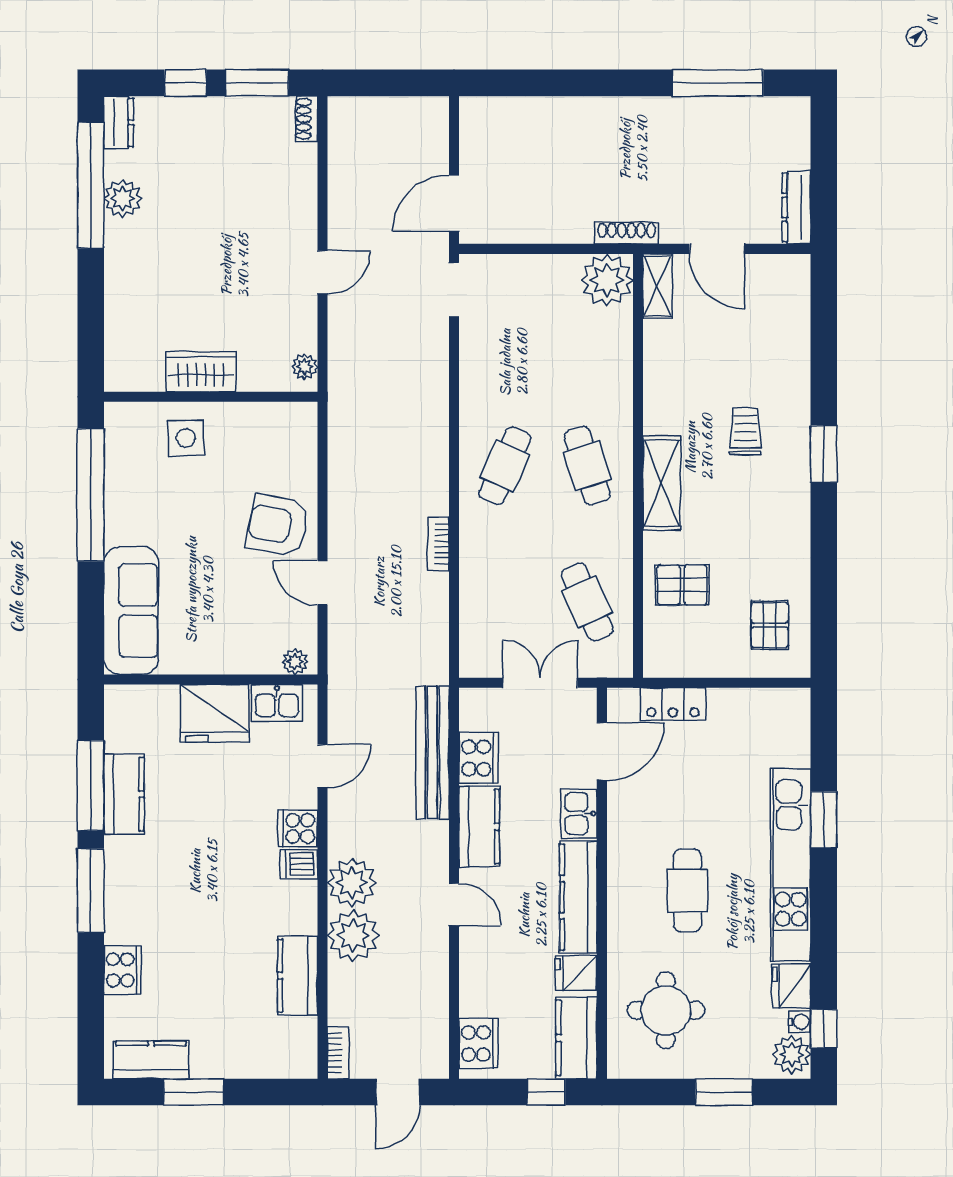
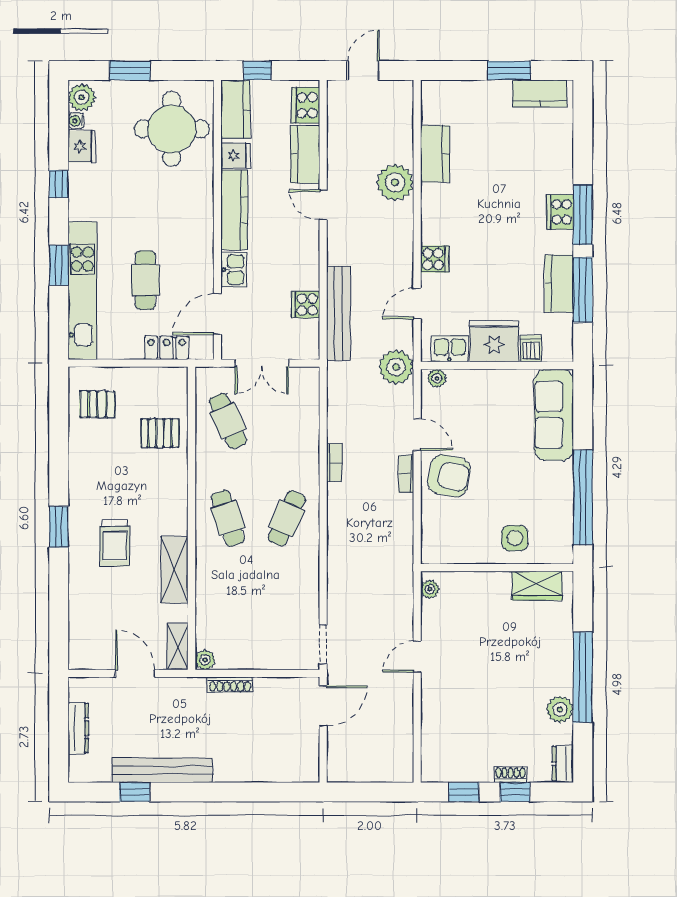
window: (257, 83) -> (464, 792), width x0.67
window: (718, 83) -> (135, 792), width x0.46
bench: (679, 113) -> (162, 770), added
shoe rack: (306, 119) -> (511, 775), moved, turned -90
window: (91, 185) -> (583, 677), moved
dresser: (796, 207) -> (78, 728), moved
shoe rack: (626, 233) -> (230, 685), moved
plant: (607, 280) -> (205, 660), width x0.53, depth x0.53
wardrobe: (201, 372) -> (537, 586), moved
trolley: (745, 431) -> (115, 543), width x1.36, depth x1.39
shelving: (662, 483) -> (175, 570), moved
pallet: (770, 625) -> (97, 404), turned 90
cooker: (479, 758) -> (305, 305), width x0.73
kitchen counter: (479, 827) -> (305, 154), moved
dishwasher: (299, 864) -> (531, 349), moved, turned -90
kitchen unit: (791, 865) -> (82, 291), moved
plant: (352, 883) -> (396, 367), moved
cafe table: (687, 891) -> (145, 280), moved
cooker: (122, 970) -> (560, 212), moved
round table: (666, 1010) -> (172, 129), width x1.36, depth x1.36
window: (824, 1029) -> (59, 184), moved
bookcase: (338, 1053) -> (406, 474), moved

